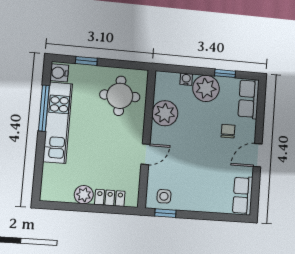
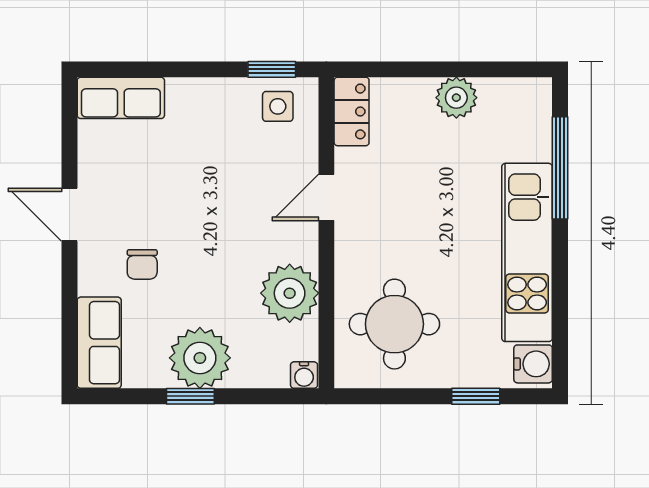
window: (225, 73) -> (190, 396), moved
water cooler: (186, 79) -> (304, 375), moved
window: (44, 108) -> (560, 168), moved
door: (258, 155) -> (70, 215), swing flipped
row of seats: (243, 196) -> (121, 98), moved, turned 90
locker: (110, 198) -> (352, 111), moved, turned -90

